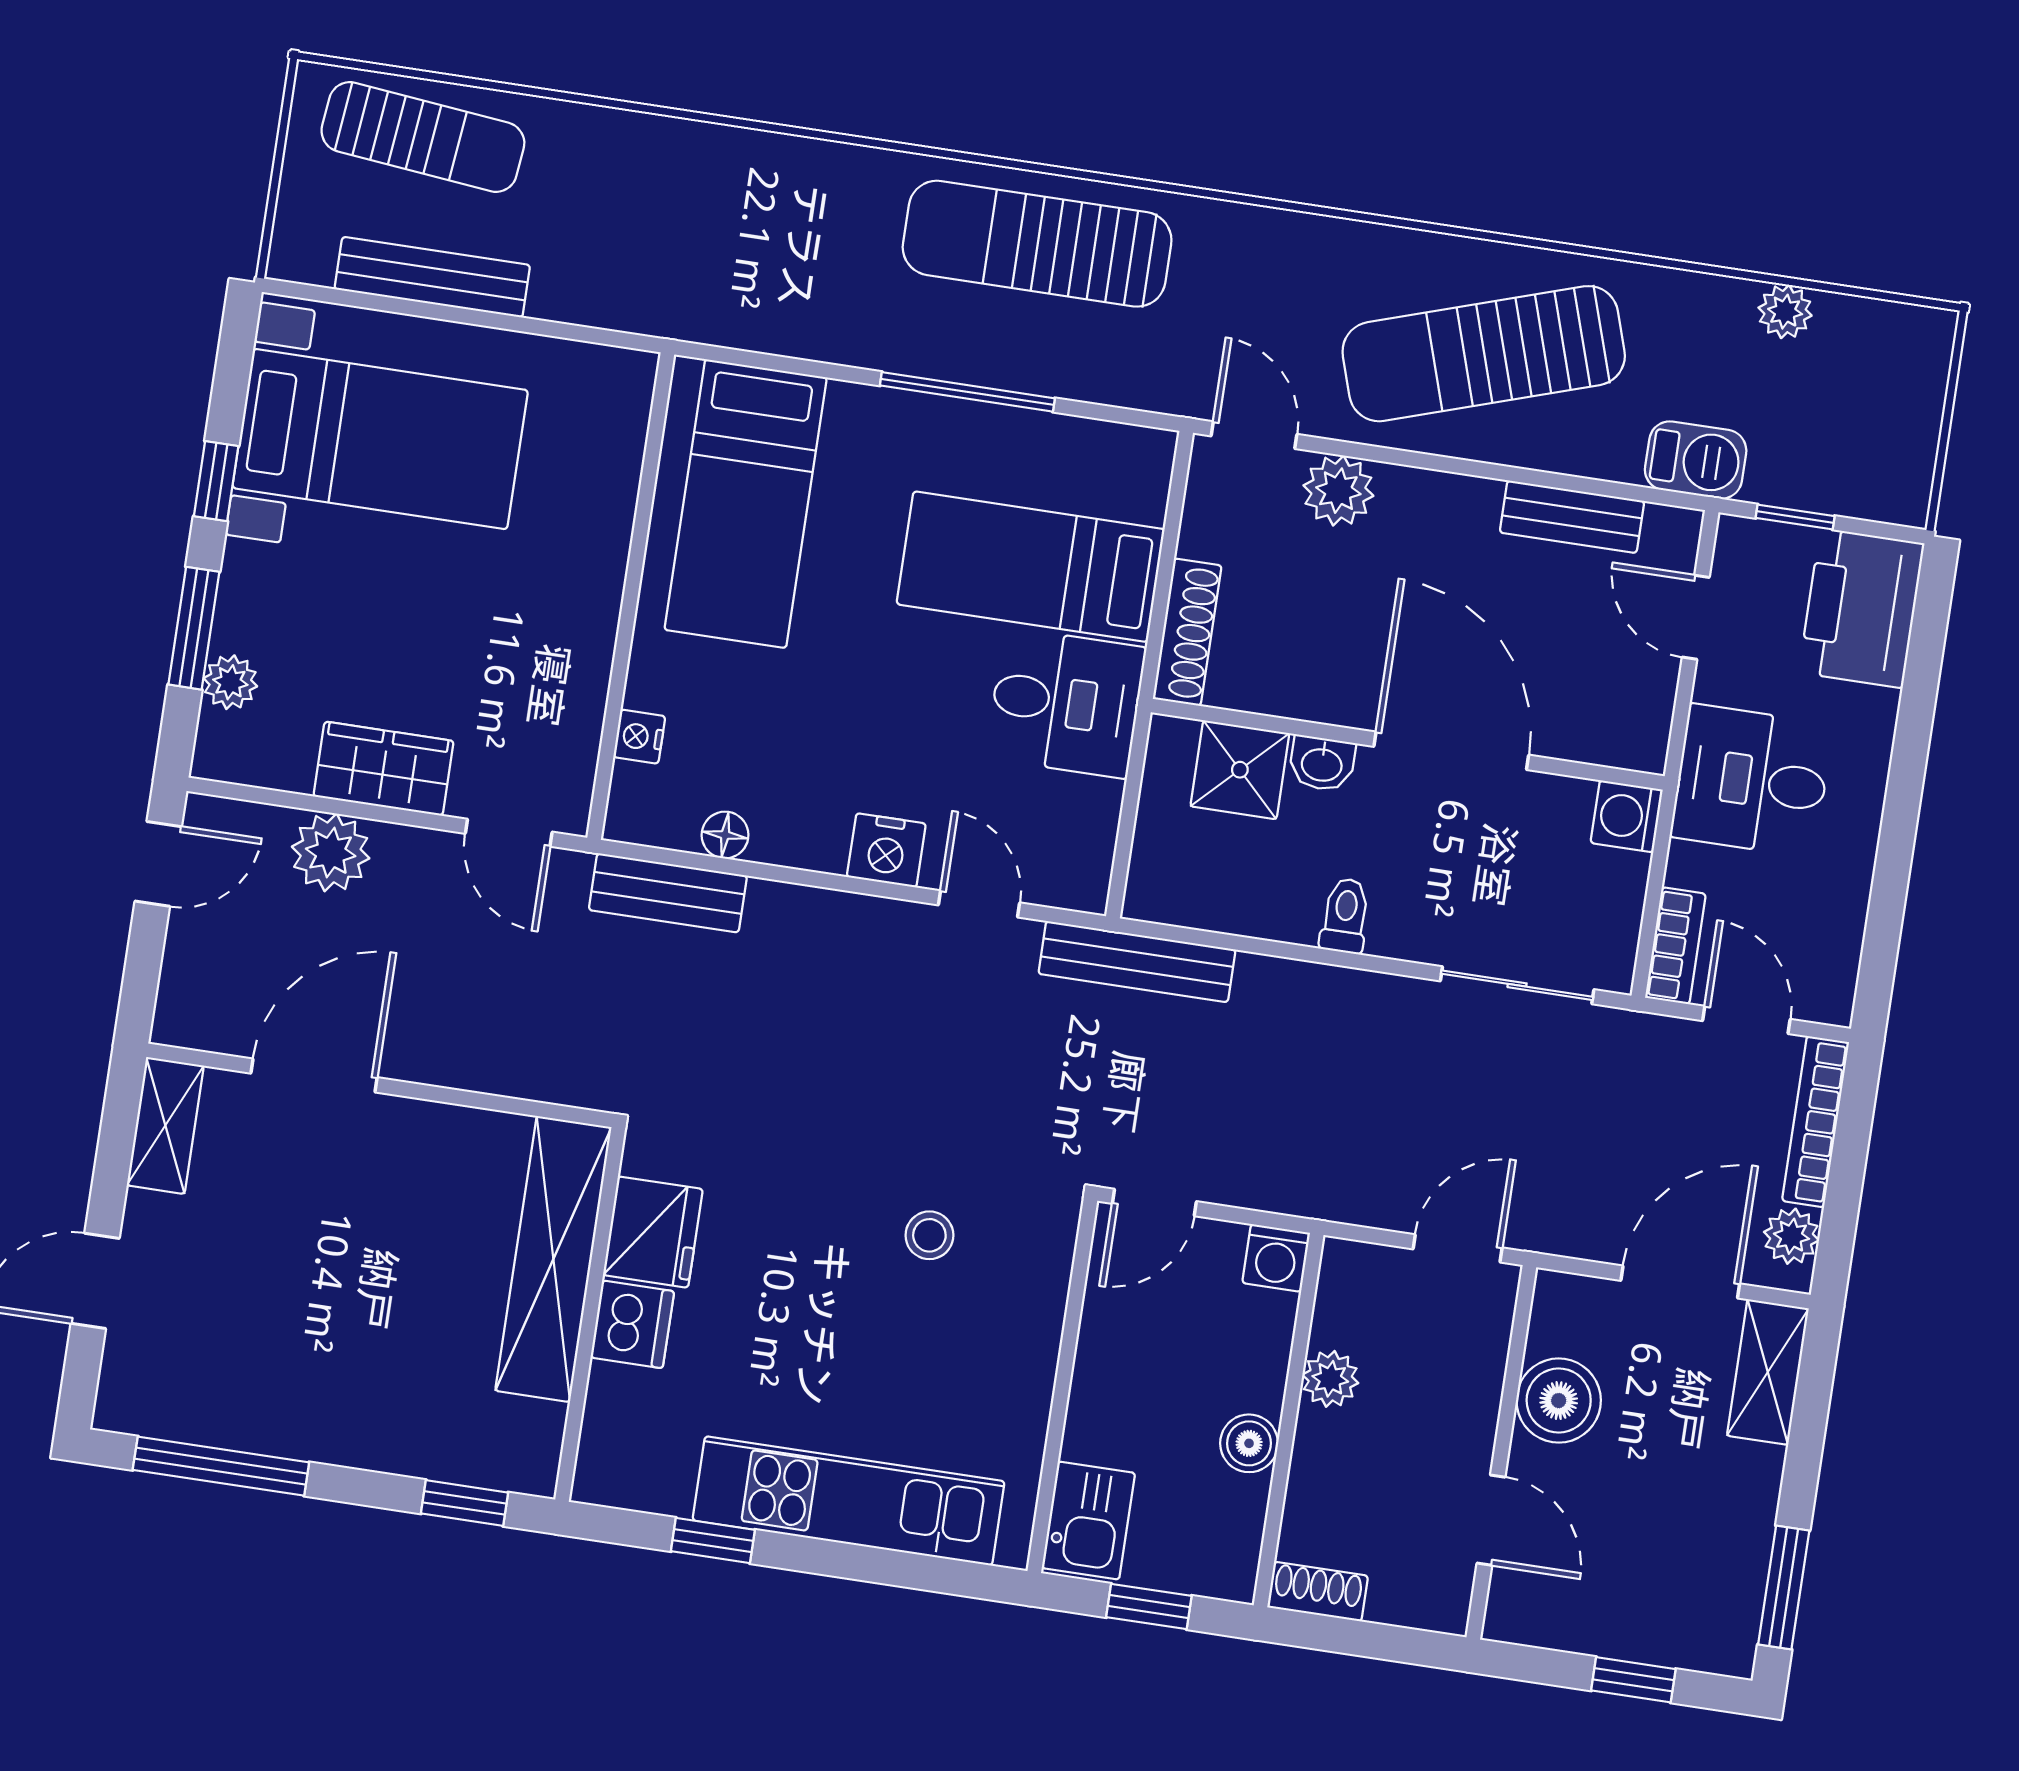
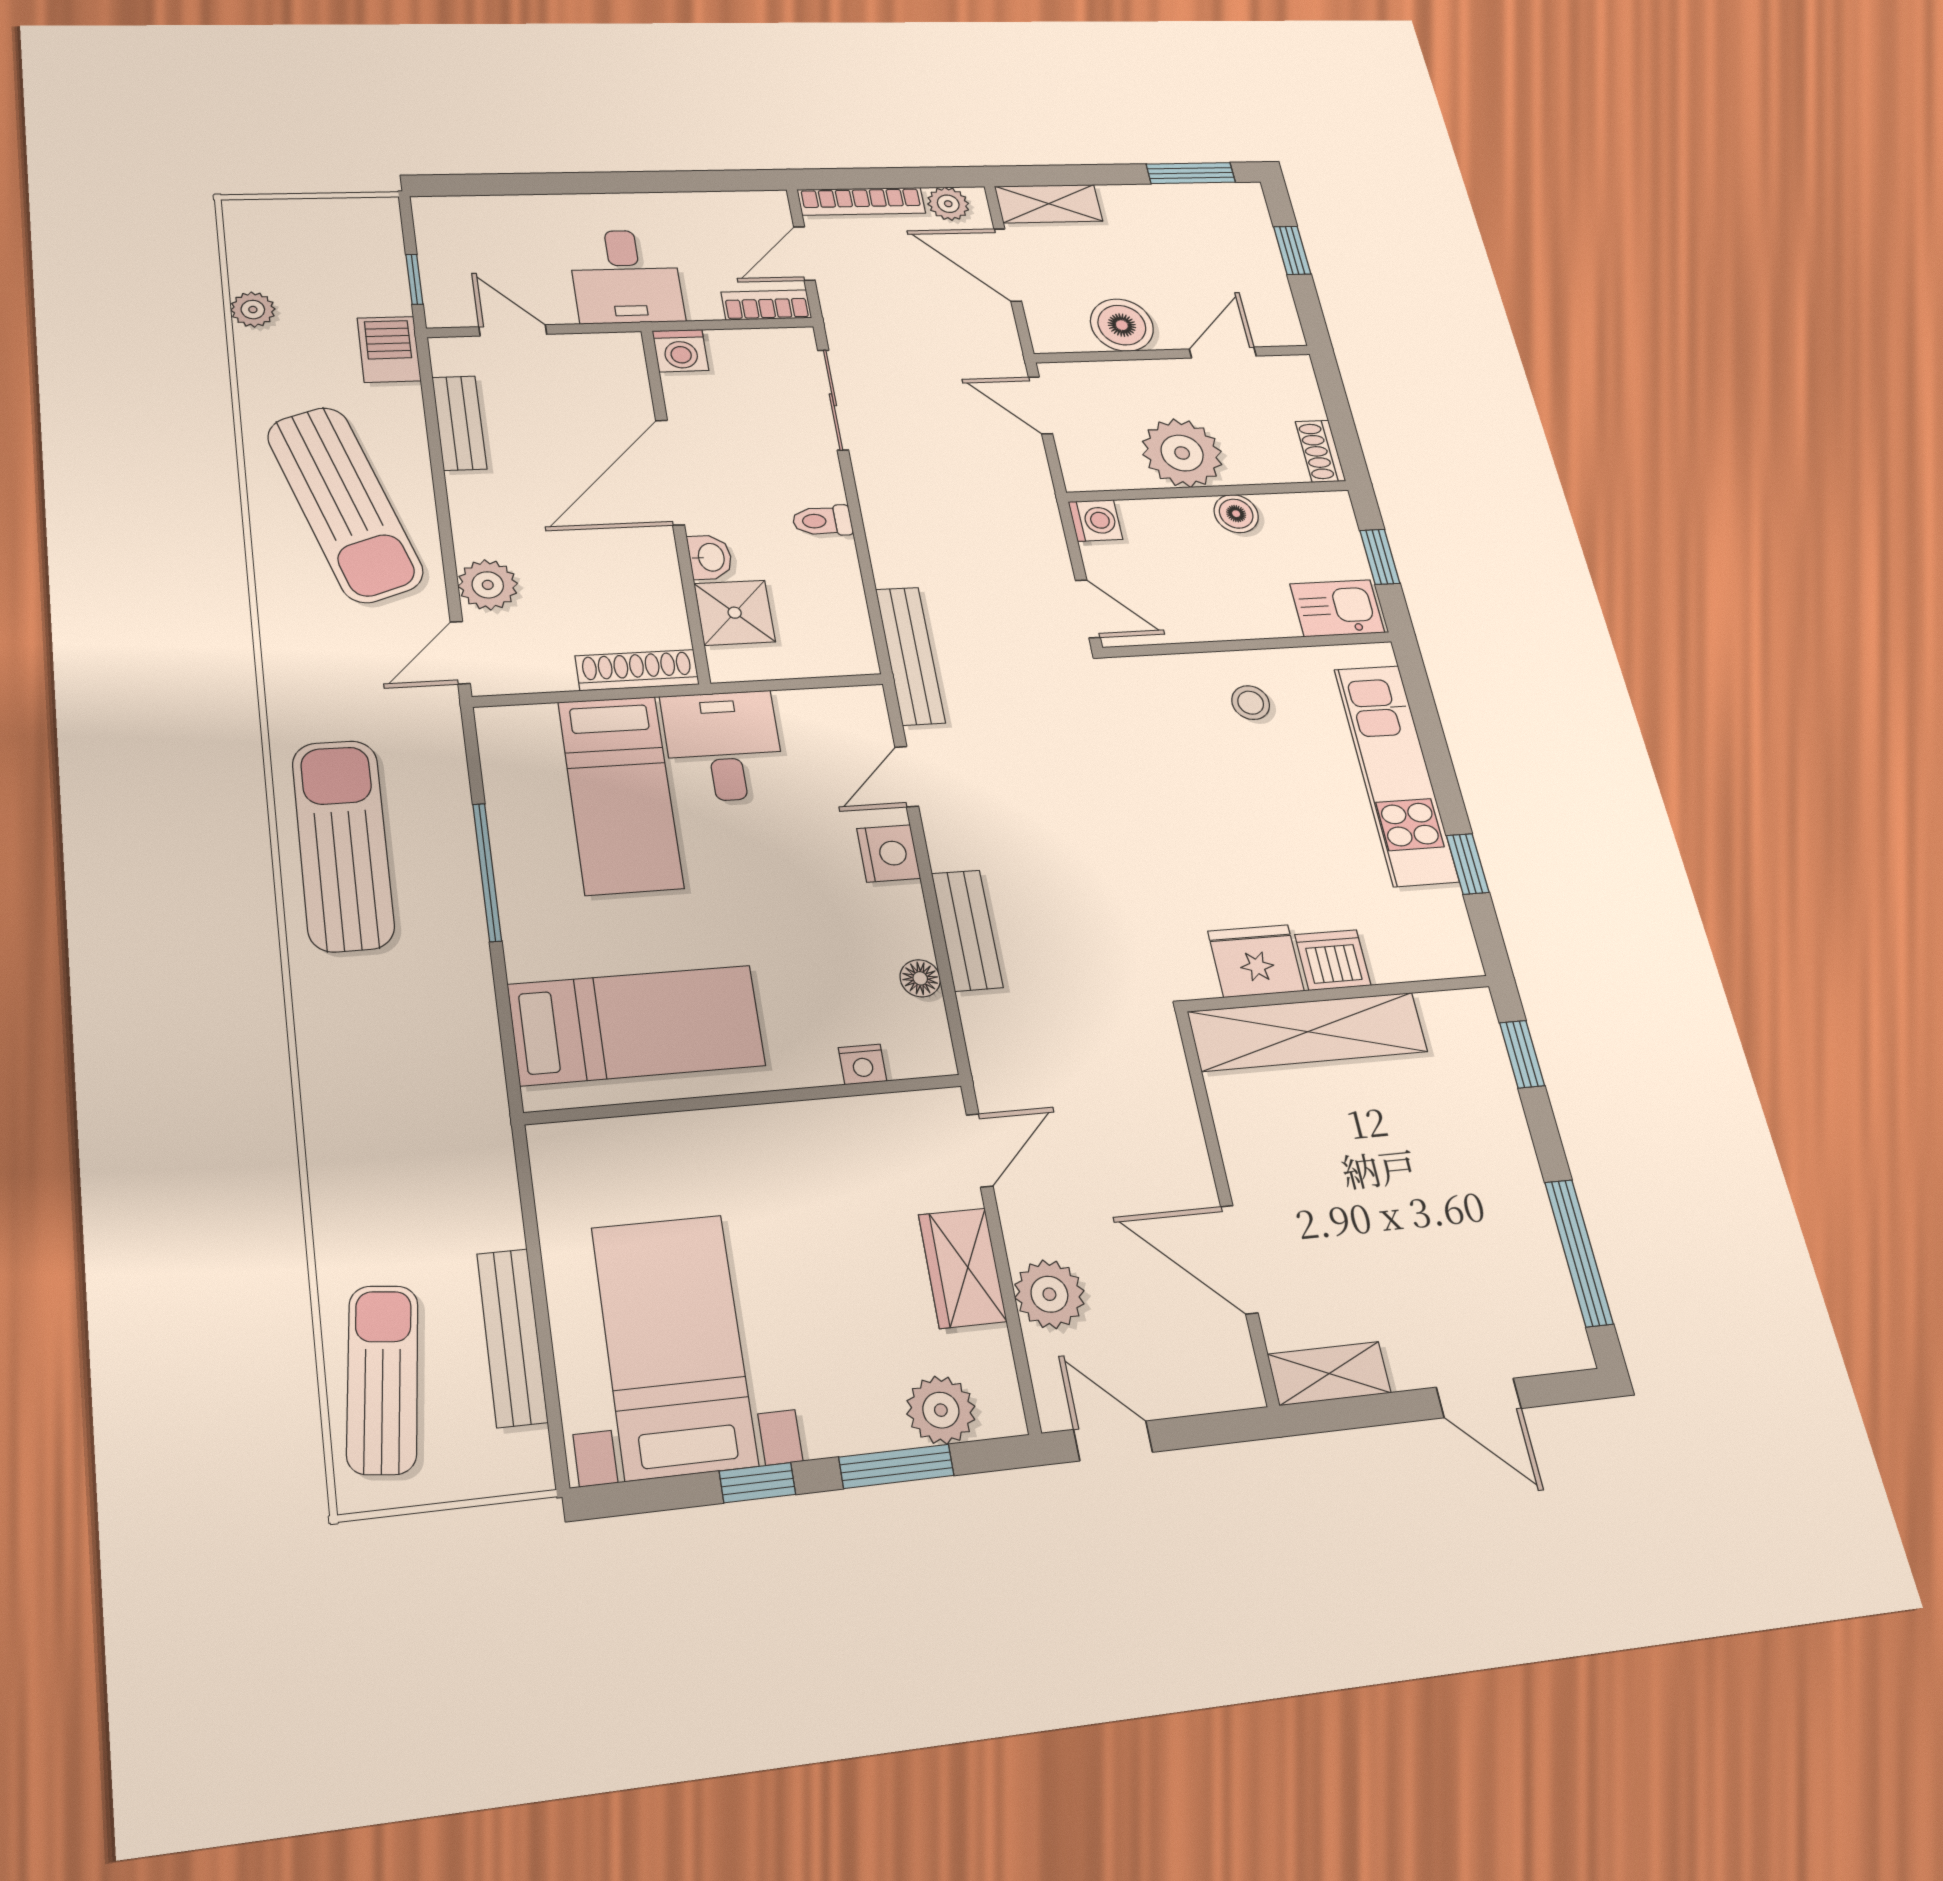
sun lounger: (1037, 244) -> (343, 845), turned 180
printer: (1861, 608) -> (472, 228), removed
door: (1696, 617) -> (513, 330), swing flipped
plant: (230, 682) -> (941, 1410), width x1.38, depth x1.38
bench: (668, 893) -> (967, 930), moved
stool: (929, 1235) -> (1251, 703), moved
plant: (1330, 1379) -> (1182, 453), width x1.87, depth x1.87

